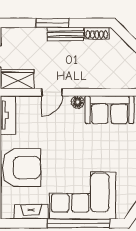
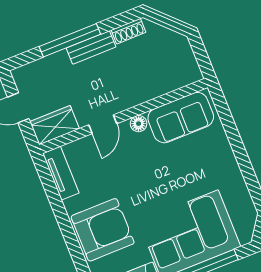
window: (52, 23) -> (70, 40), width x1.44

